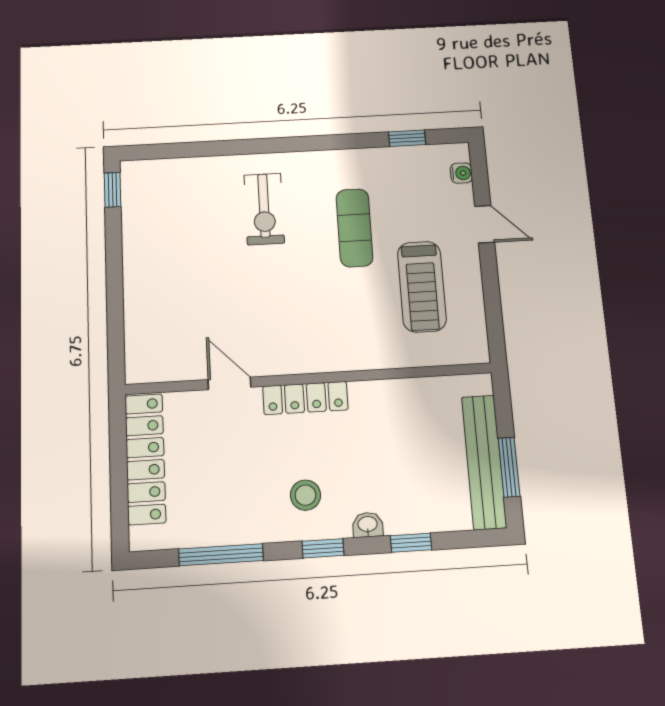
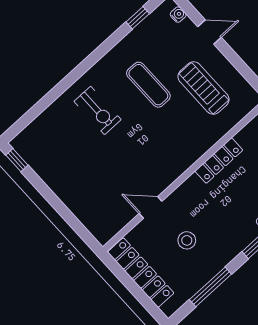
treadmill: (422, 287) -> (203, 88), turned 180
locker: (305, 398) -> (219, 161), moved
stool: (305, 495) -> (187, 240), moved

